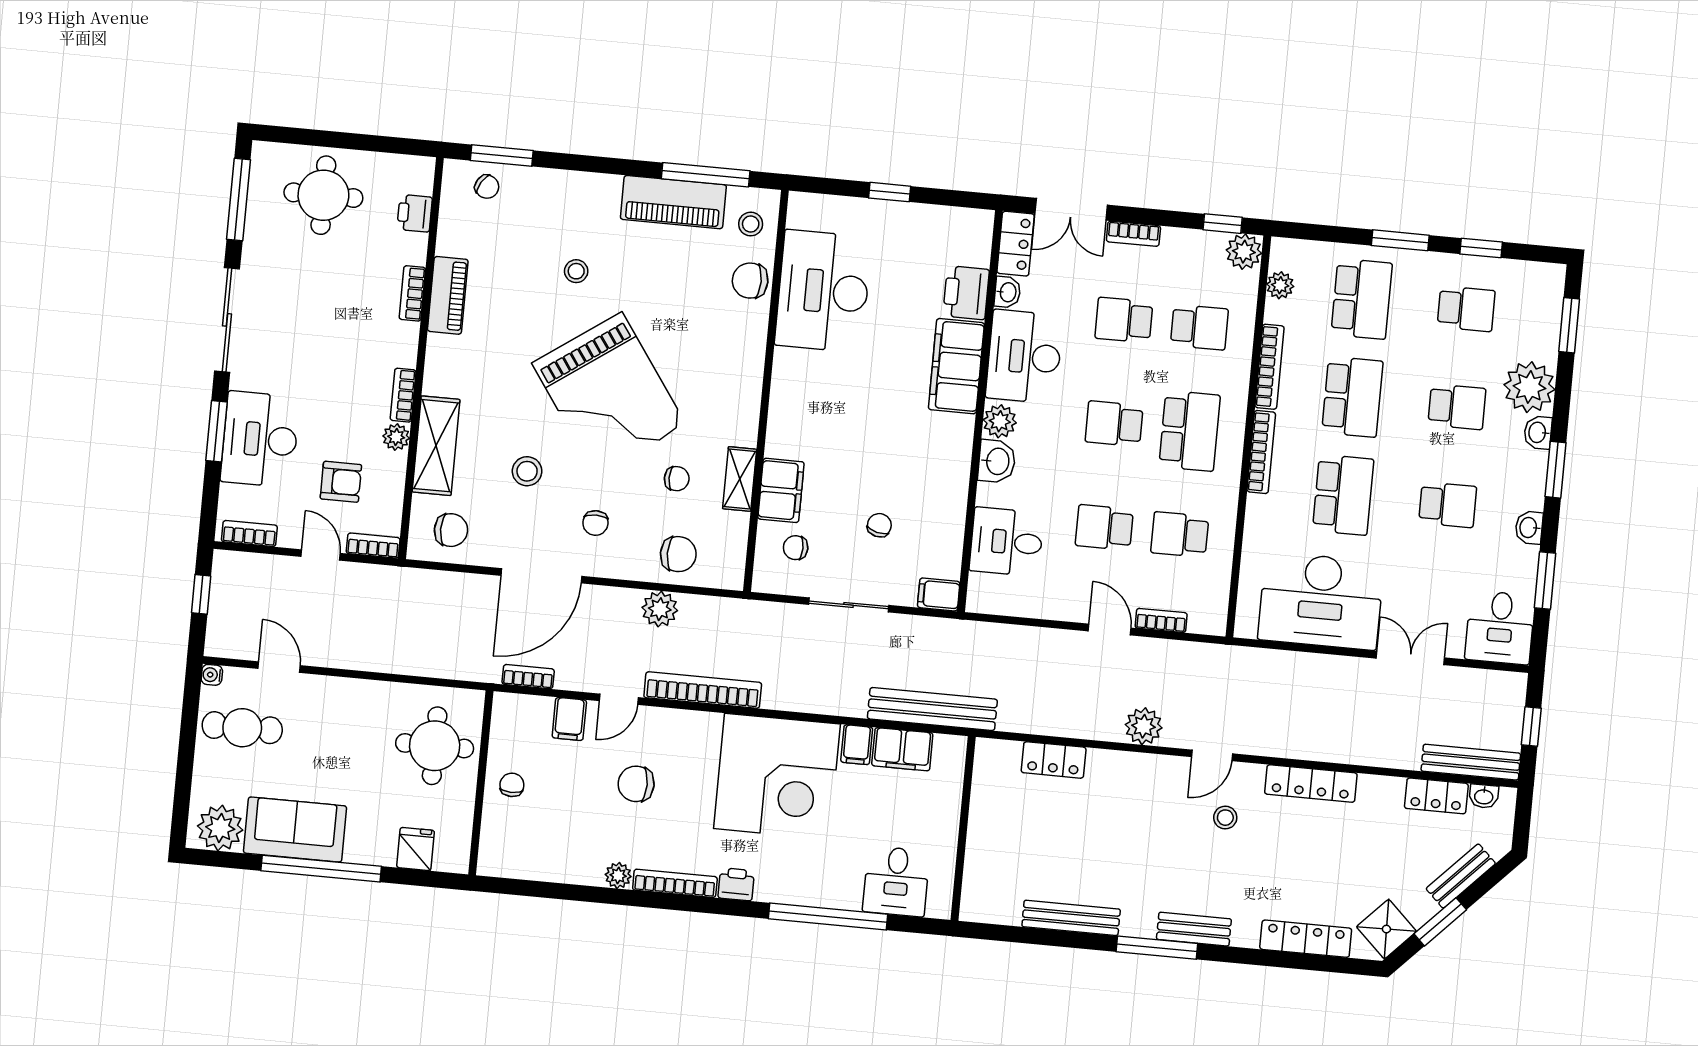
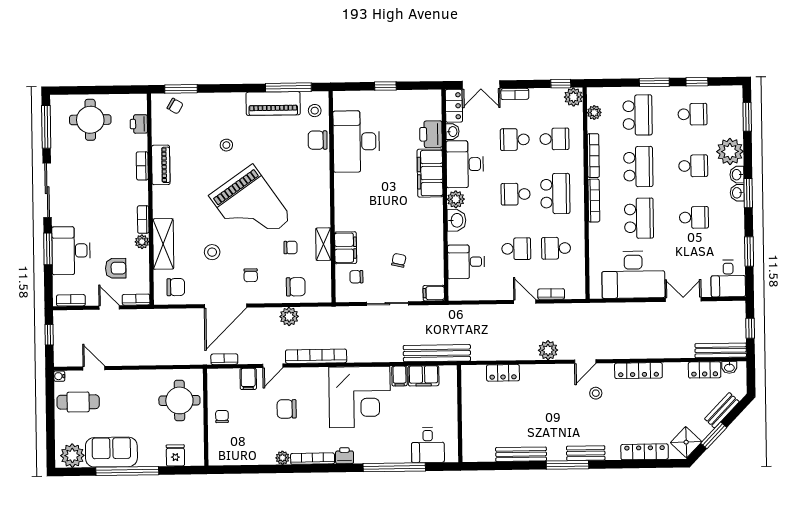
school desk: (1104, 527) -> (516, 249), turned 180
washbasin: (1529, 528) -> (737, 193), moved

